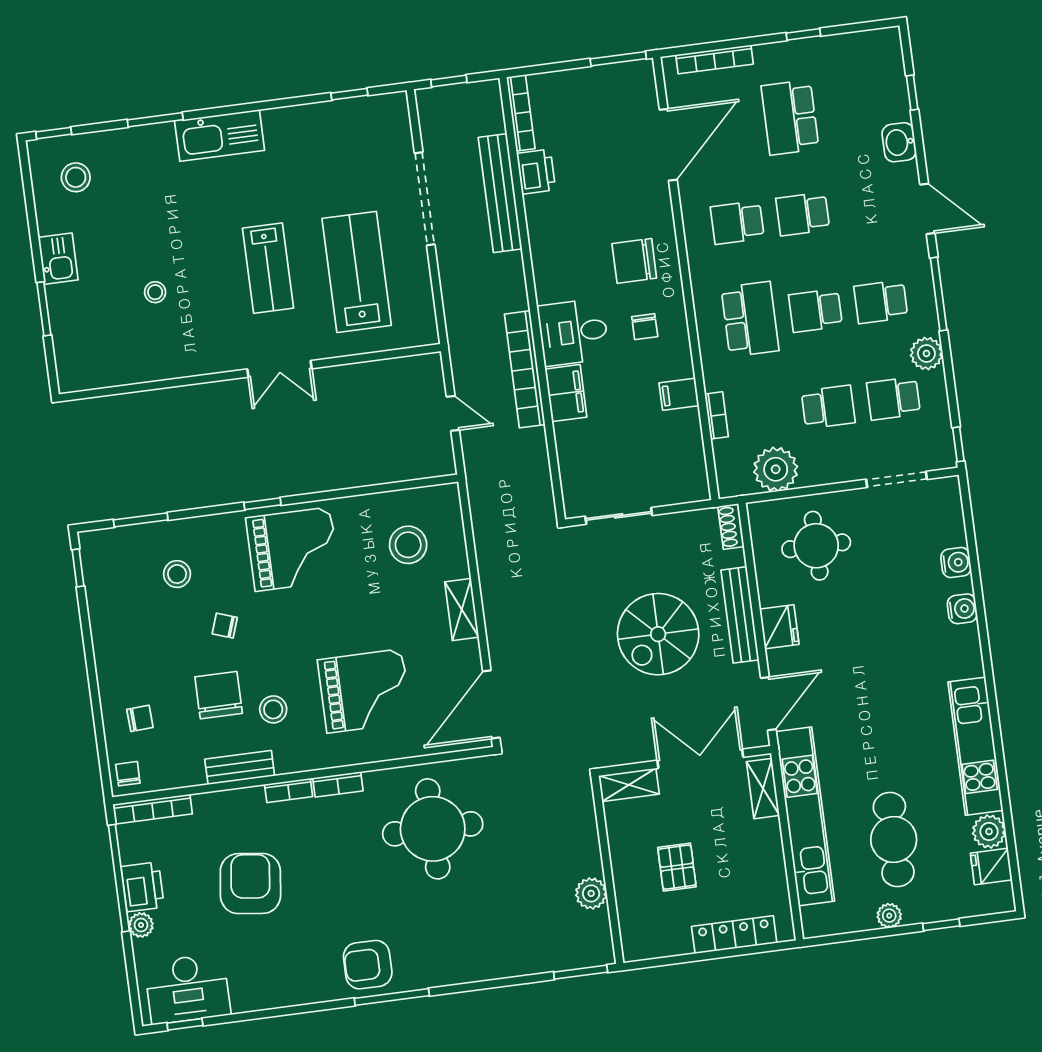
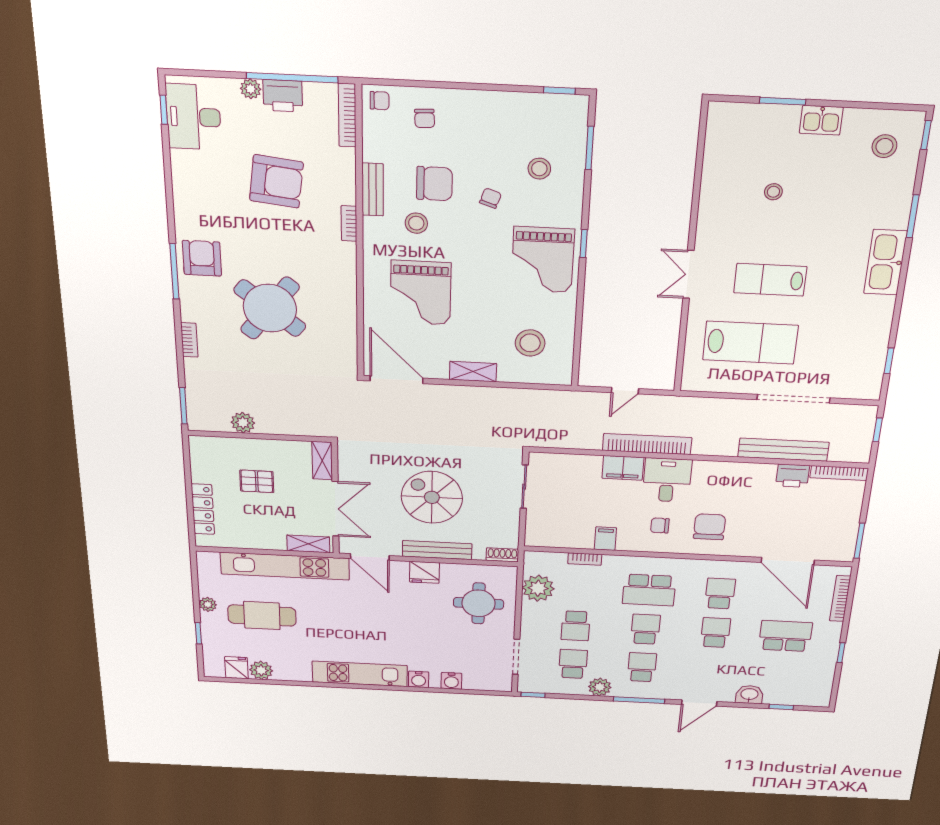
kitchen unit: (975, 746) -> (360, 674), moved
bookcase: (338, 784) -> (189, 340), moved, turned 180
round table: (433, 829) -> (270, 308), moved, turned 38

